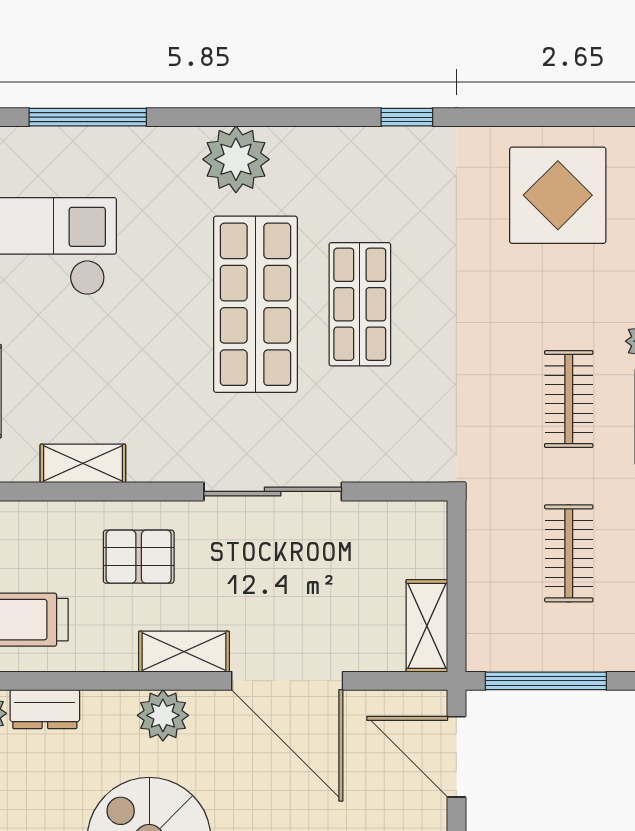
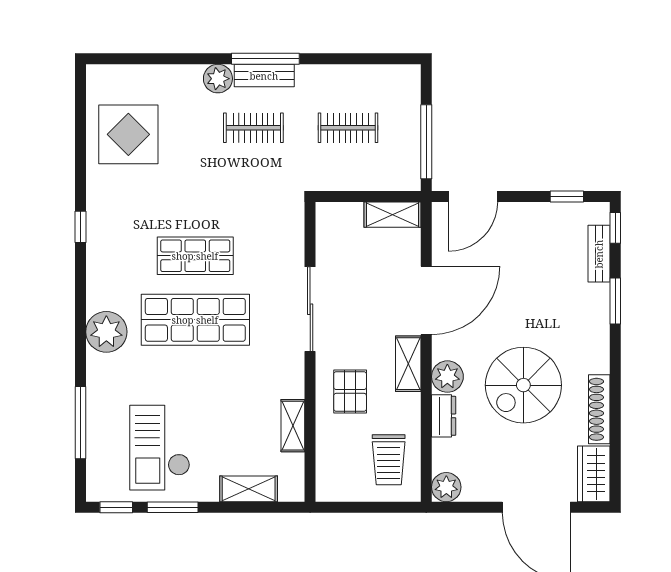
dresser: (45, 709) -> (444, 416), moved

